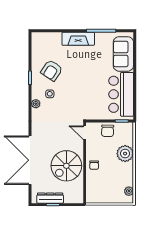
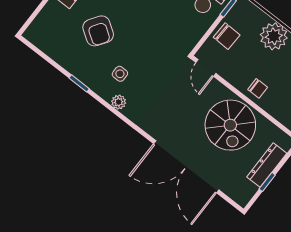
armchair: (52, 70) -> (98, 31), moved
door: (85, 133) -> (206, 68), hinge flipped
dresser: (50, 198) -> (267, 165), moved

